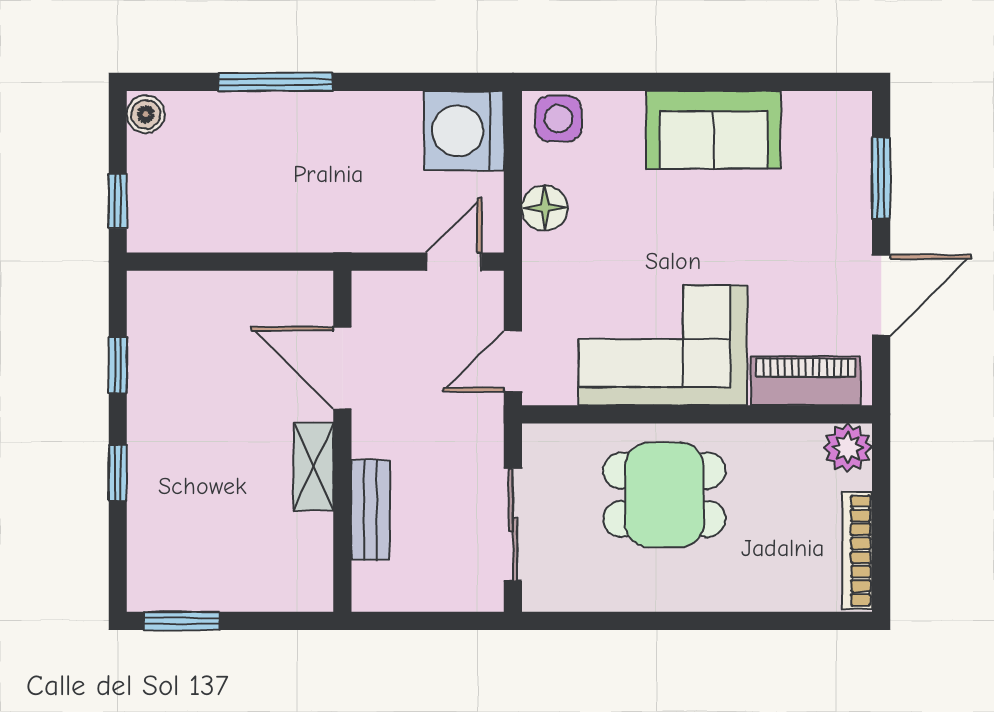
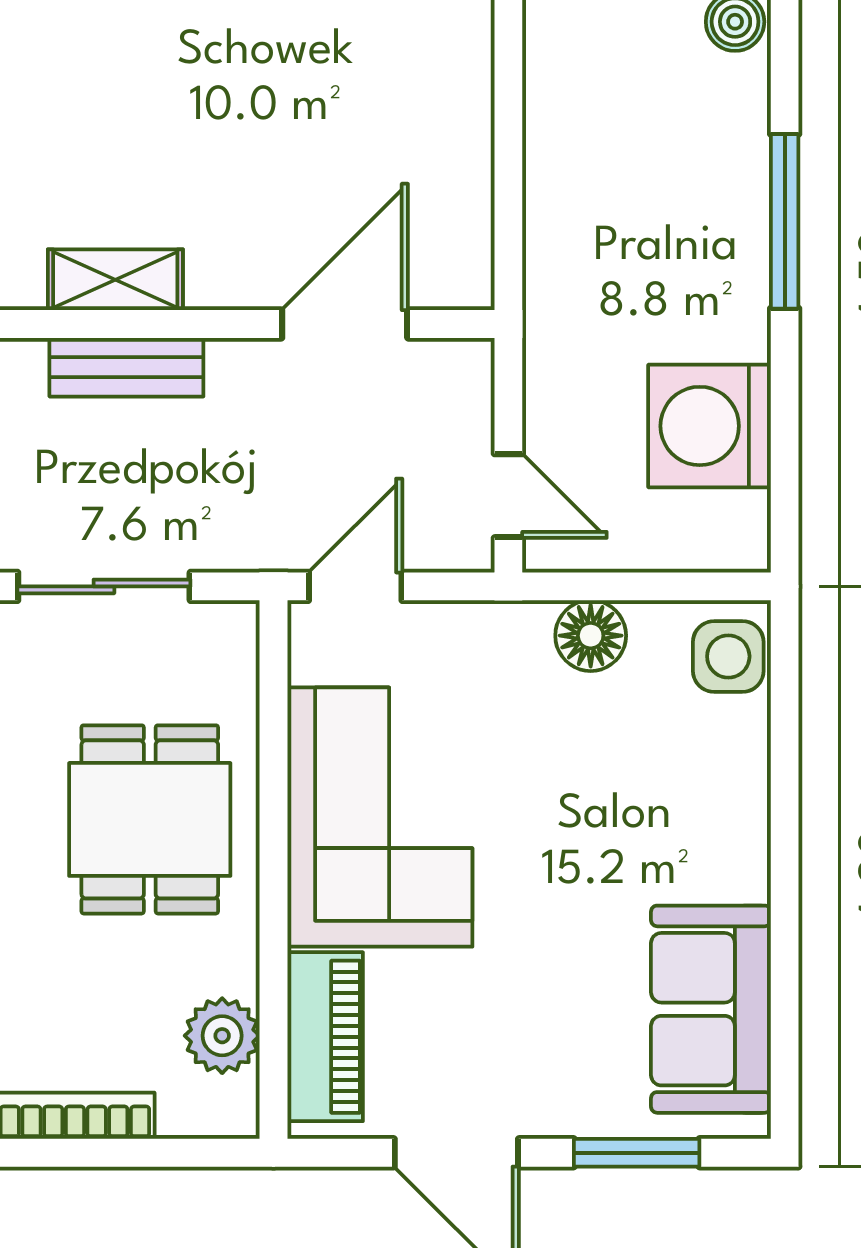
sofa: (714, 130) -> (711, 1009), moved
washing machine: (464, 131) -> (710, 426), moved, turned -90
door: (513, 361) -> (355, 586), hinge flipped
plant: (848, 448) -> (222, 1036), moved
shelving: (314, 466) -> (115, 280), moved

